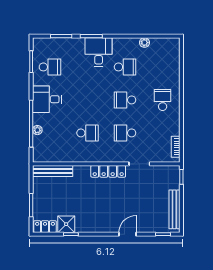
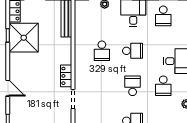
school desk: (125, 133) -> (133, 51), moved, turned 90
locker: (108, 171) -> (66, 76), width x0.66
shower: (66, 224) -> (24, 38), width x1.86, depth x1.86

